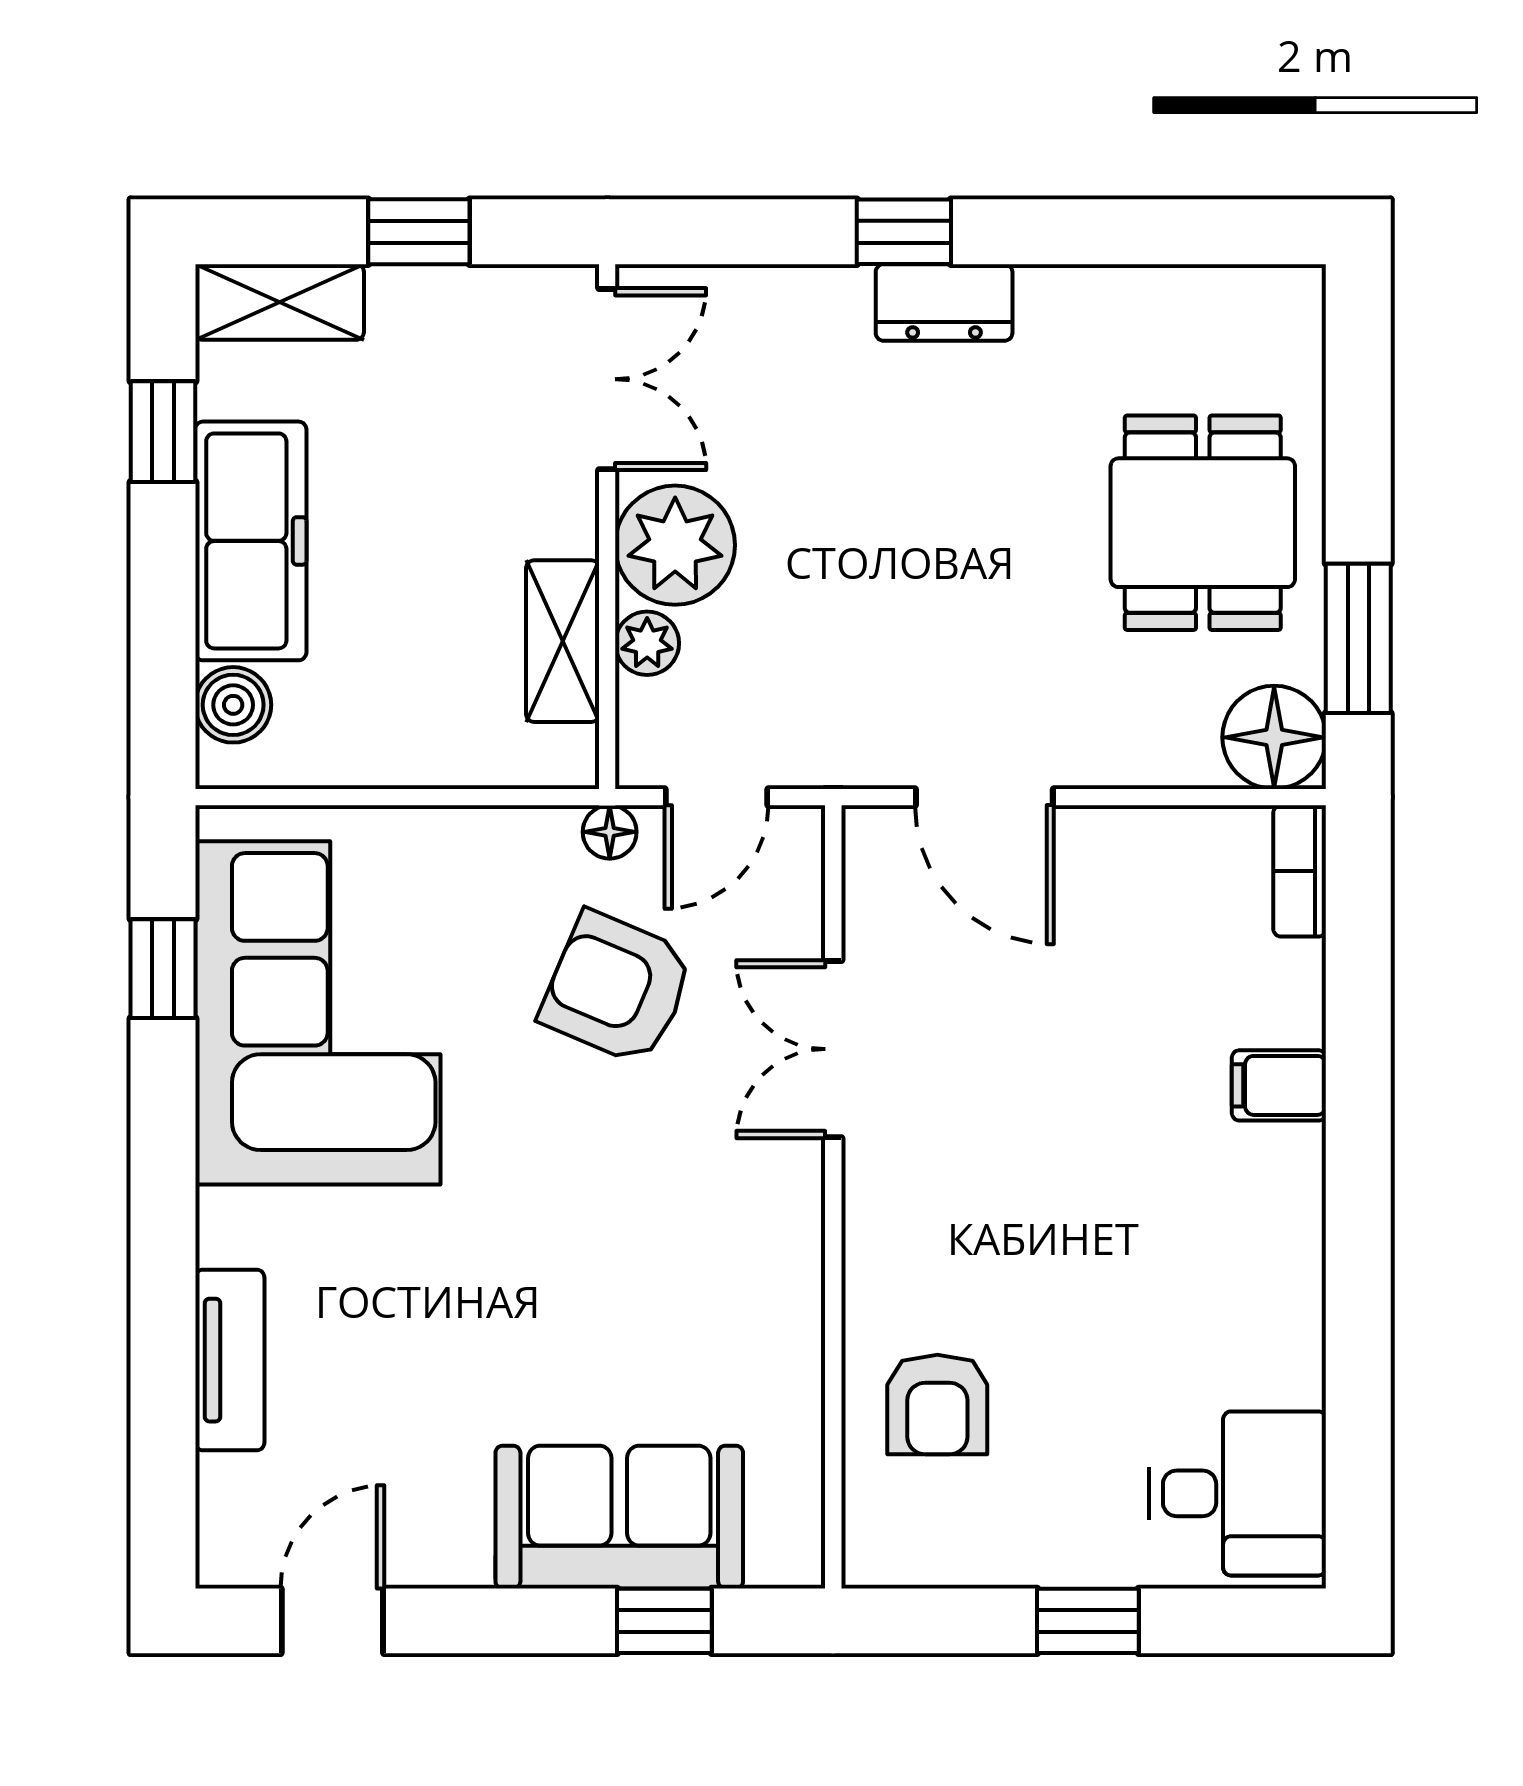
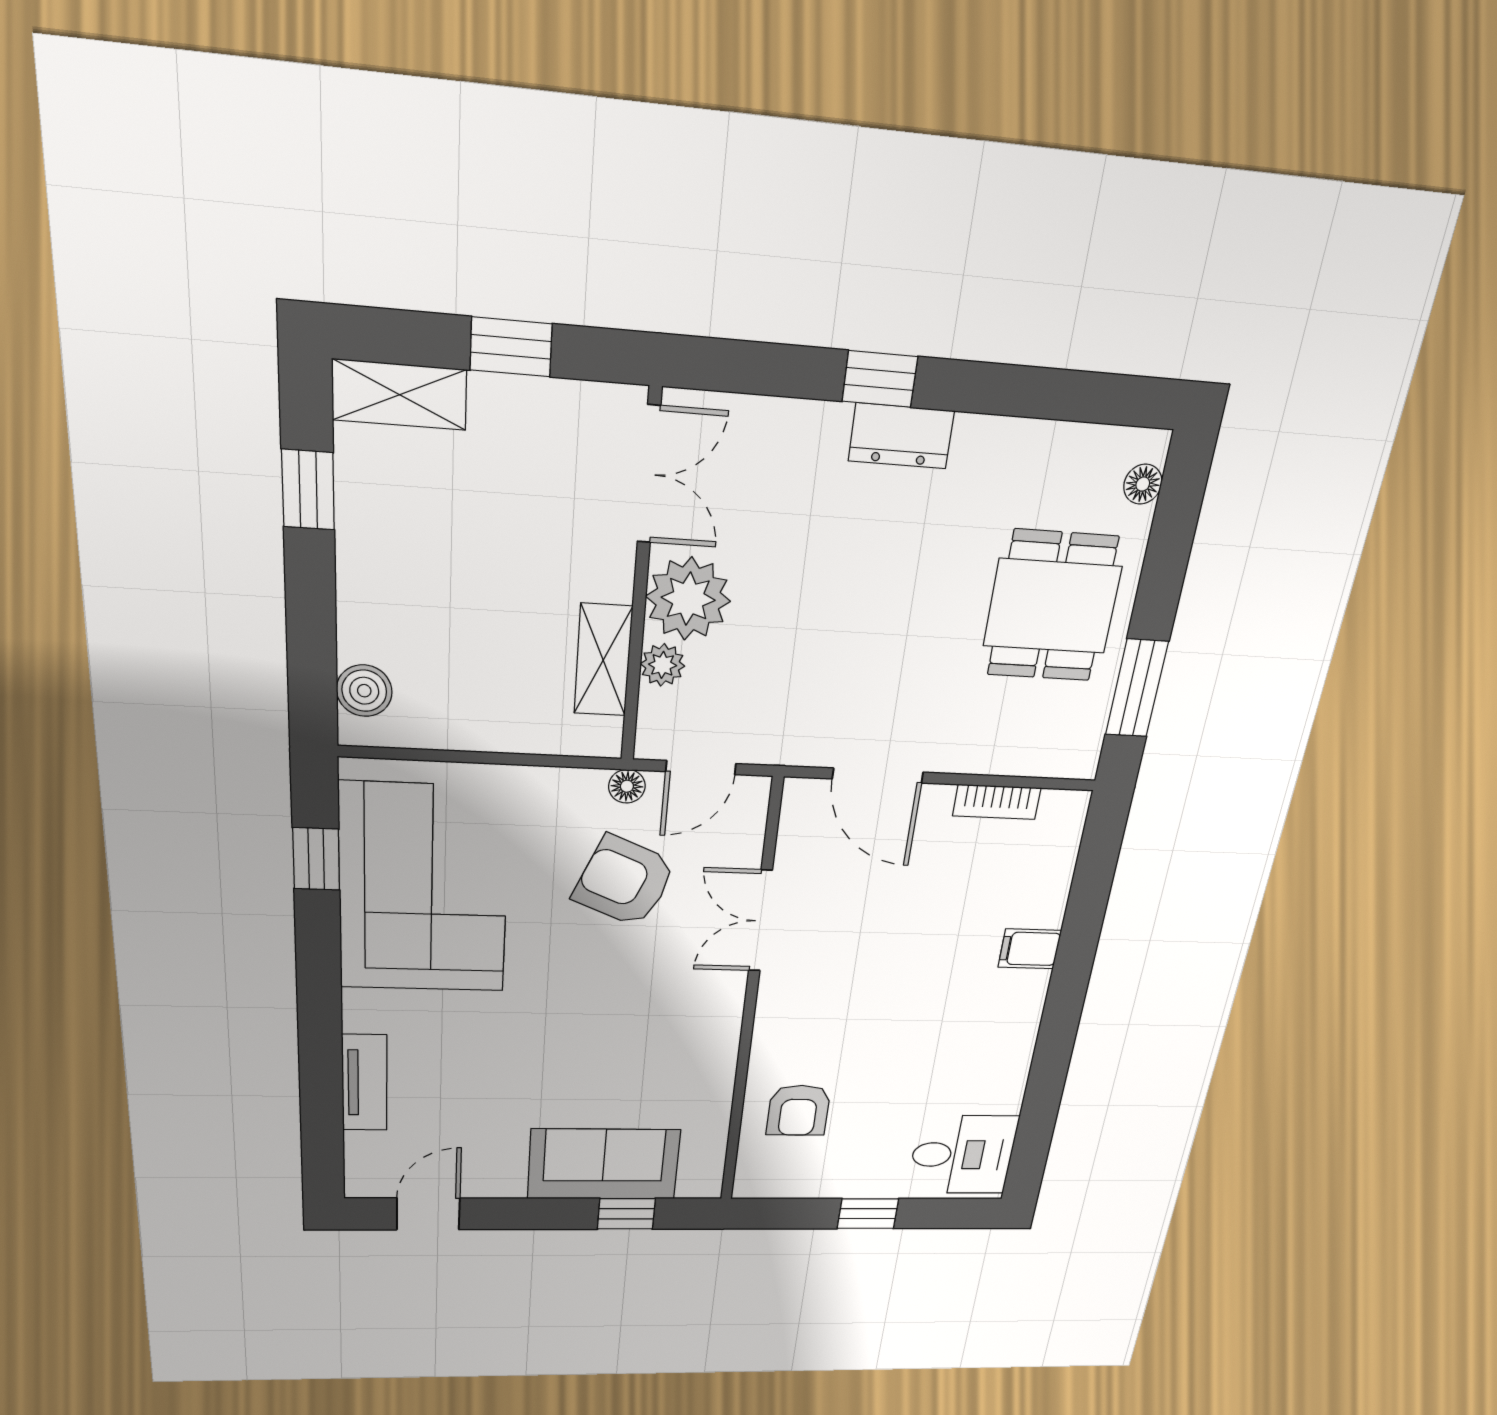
freezer: (251, 541) -> (377, 576), removed
floor lamp: (1274, 737) -> (1143, 484), moved, width x0.53, depth x0.53
bookcase: (1300, 871) -> (997, 802), moved, turned -90

